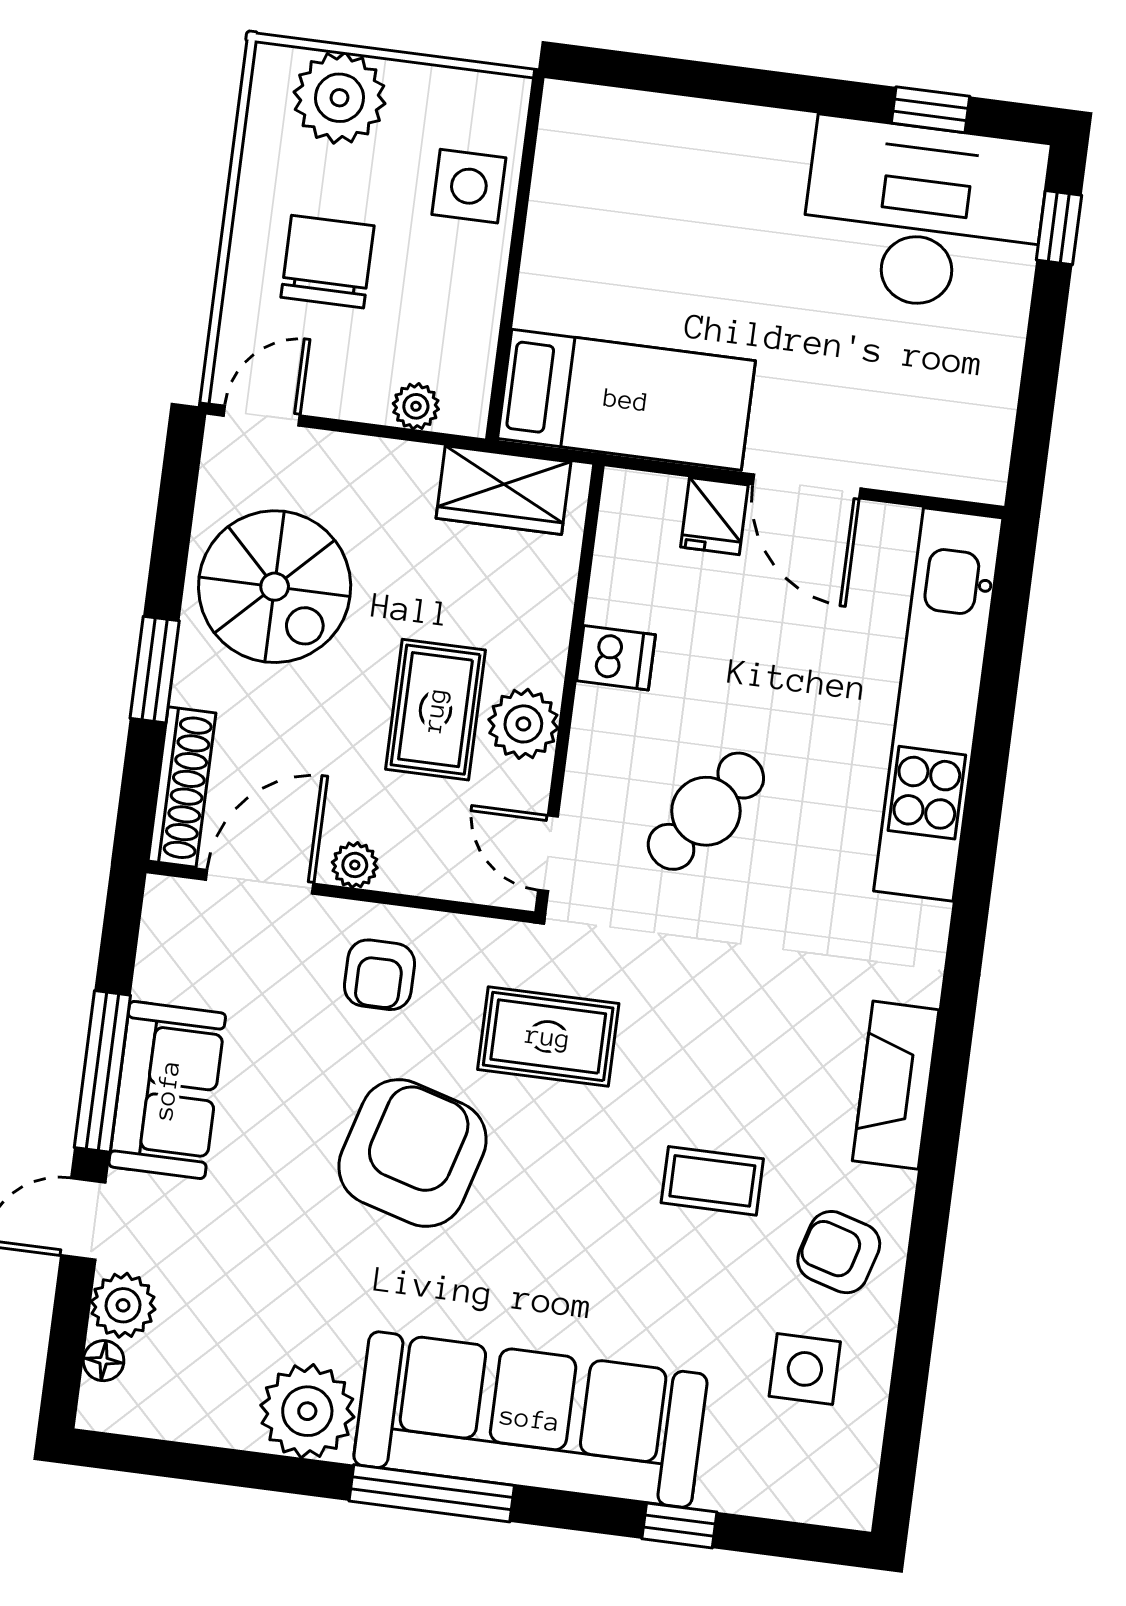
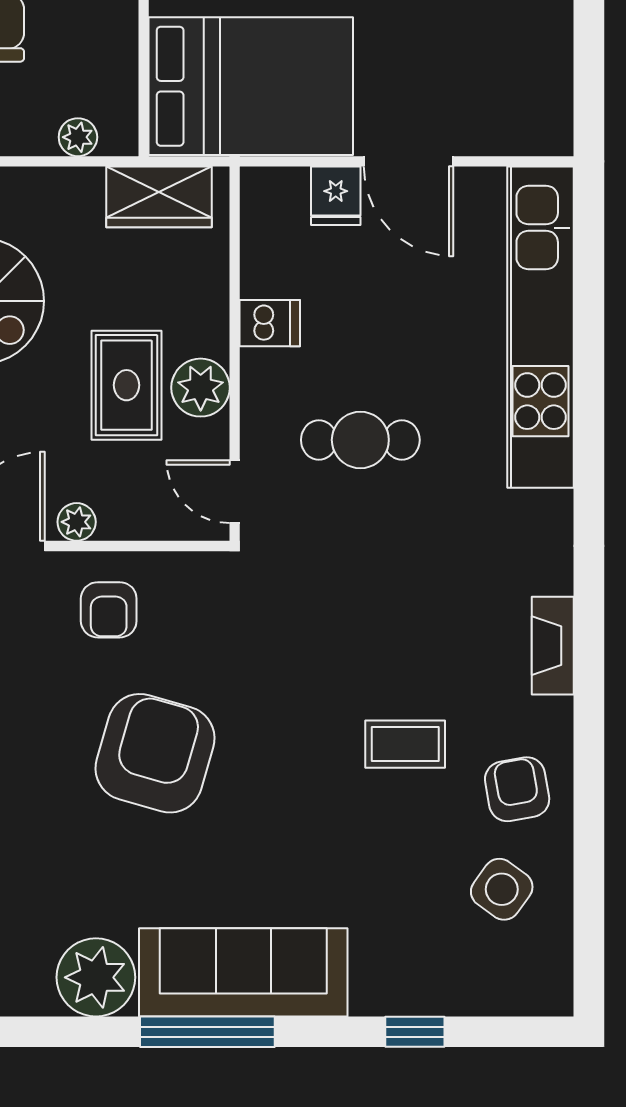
bed: (626, 400) -> (251, 86), width x1.50
cafe table: (706, 811) -> (360, 440), turned 53
rug: (548, 1037) -> (254, 643), removed
fireplace: (896, 1085) -> (553, 646), width x0.73, depth x0.76
armchair: (839, 1252) -> (517, 789), turned 64
side table: (805, 1369) -> (502, 889), turned 36
sofa: (530, 1419) -> (243, 972), width x0.74, depth x0.79

